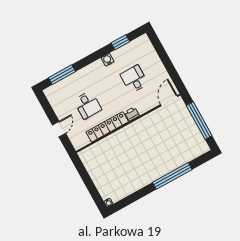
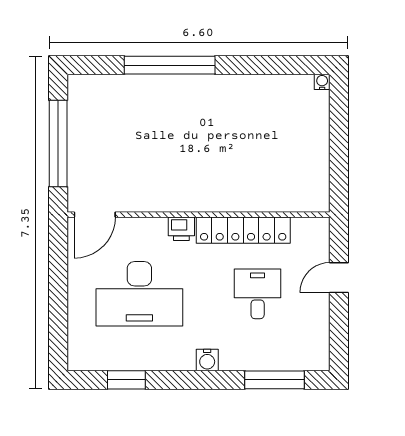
water cooler: (107, 60) -> (207, 360), moved
desk: (134, 79) -> (139, 294), width x1.87, depth x1.30

